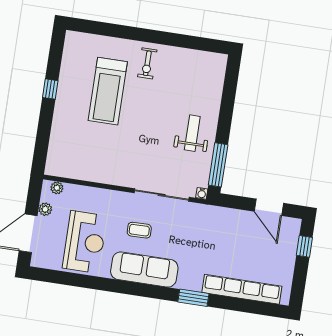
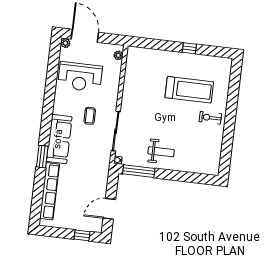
treadmill: (108, 91) -> (189, 90), turned 180
plant: (45, 209) -> (65, 43), moved
sofa: (144, 270) -> (59, 139), moved

